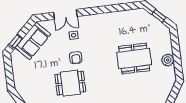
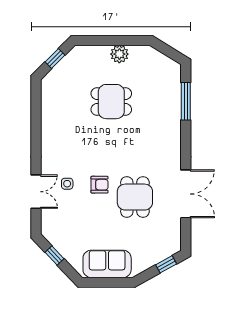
sofa: (33, 41) -> (107, 264), moved, turned -47
window: (16, 42) -> (55, 255), moved
dining table: (134, 58) -> (111, 102), width x0.73

